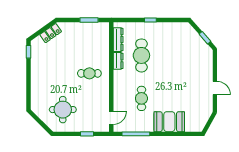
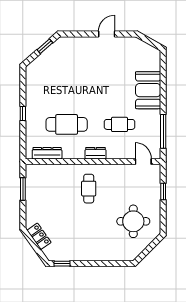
dresser: (118, 61) -> (96, 153), moved

